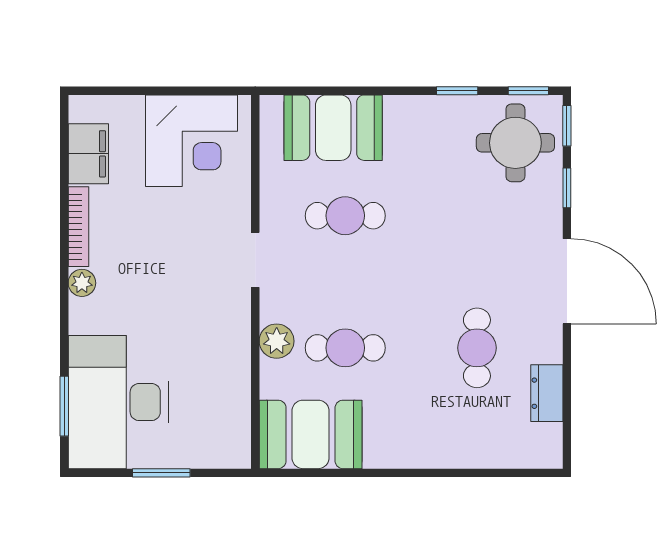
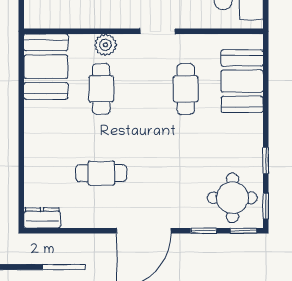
dresser: (547, 393) -> (42, 218), moved

